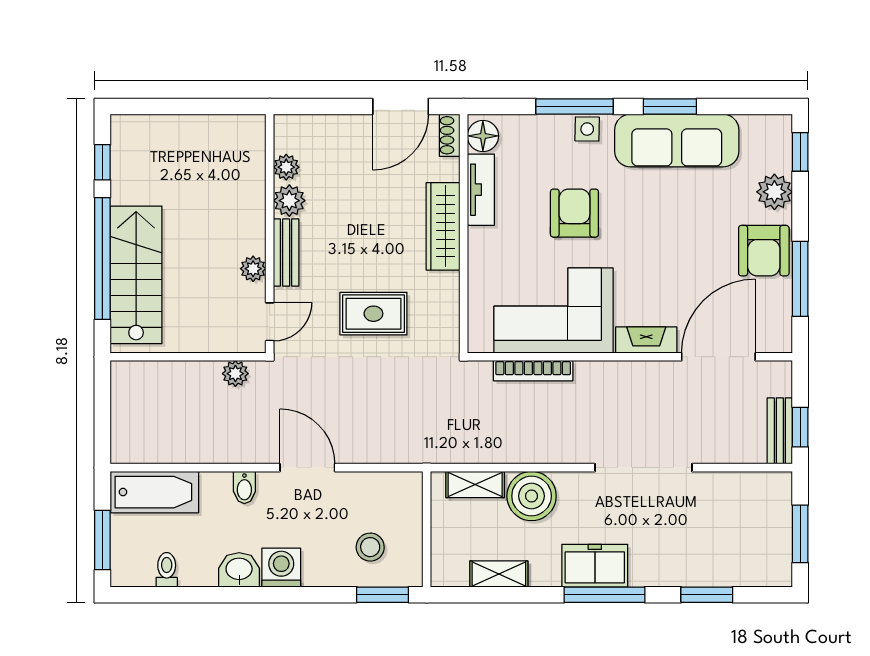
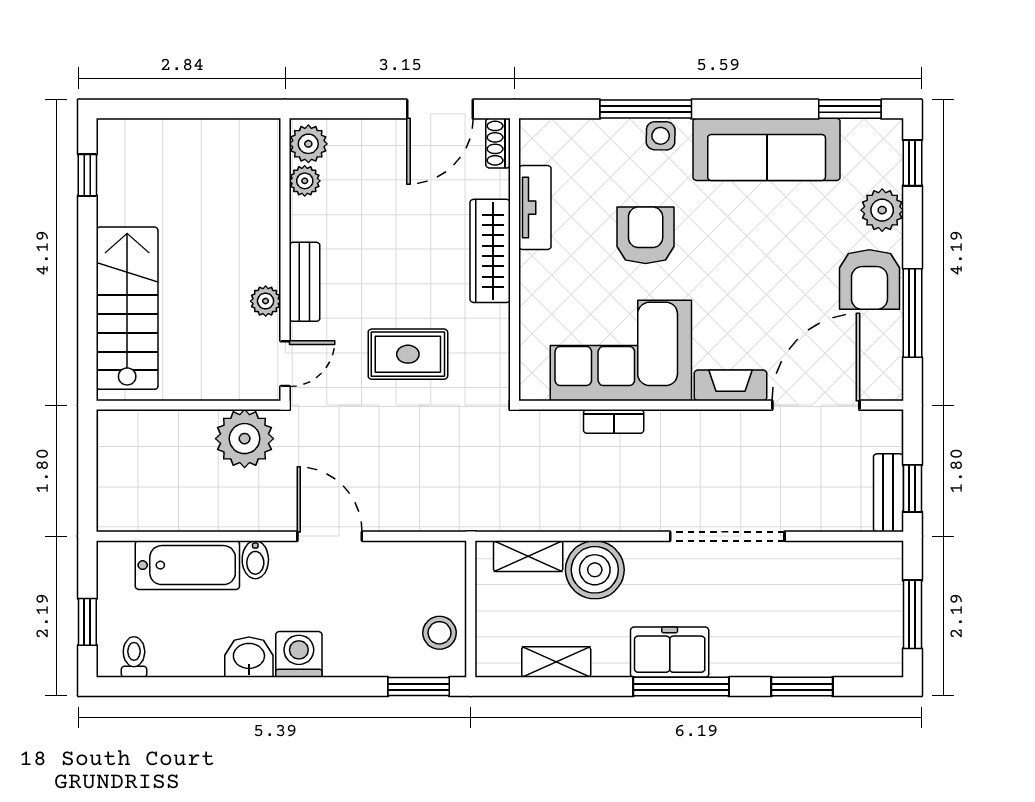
window: (670, 106) -> (850, 109), moved
floor lamp: (483, 136) -> (537, 144), removed
plant: (289, 201) -> (308, 144), moved
window: (102, 258) -> (87, 289), removed
bookcase: (533, 371) -> (614, 421), width x0.64
plant: (235, 374) -> (245, 439), width x1.88, depth x1.88
bathtub: (155, 492) -> (187, 565), moved
window: (102, 540) -> (87, 622), width x0.67
stool: (370, 547) -> (439, 633), moved
toilet: (167, 570) -> (134, 657), moved

